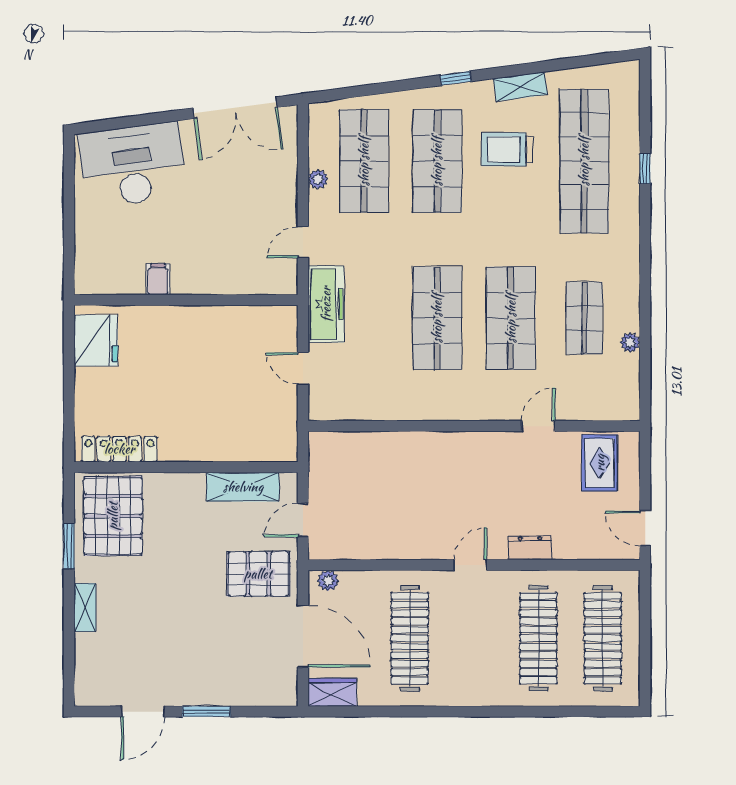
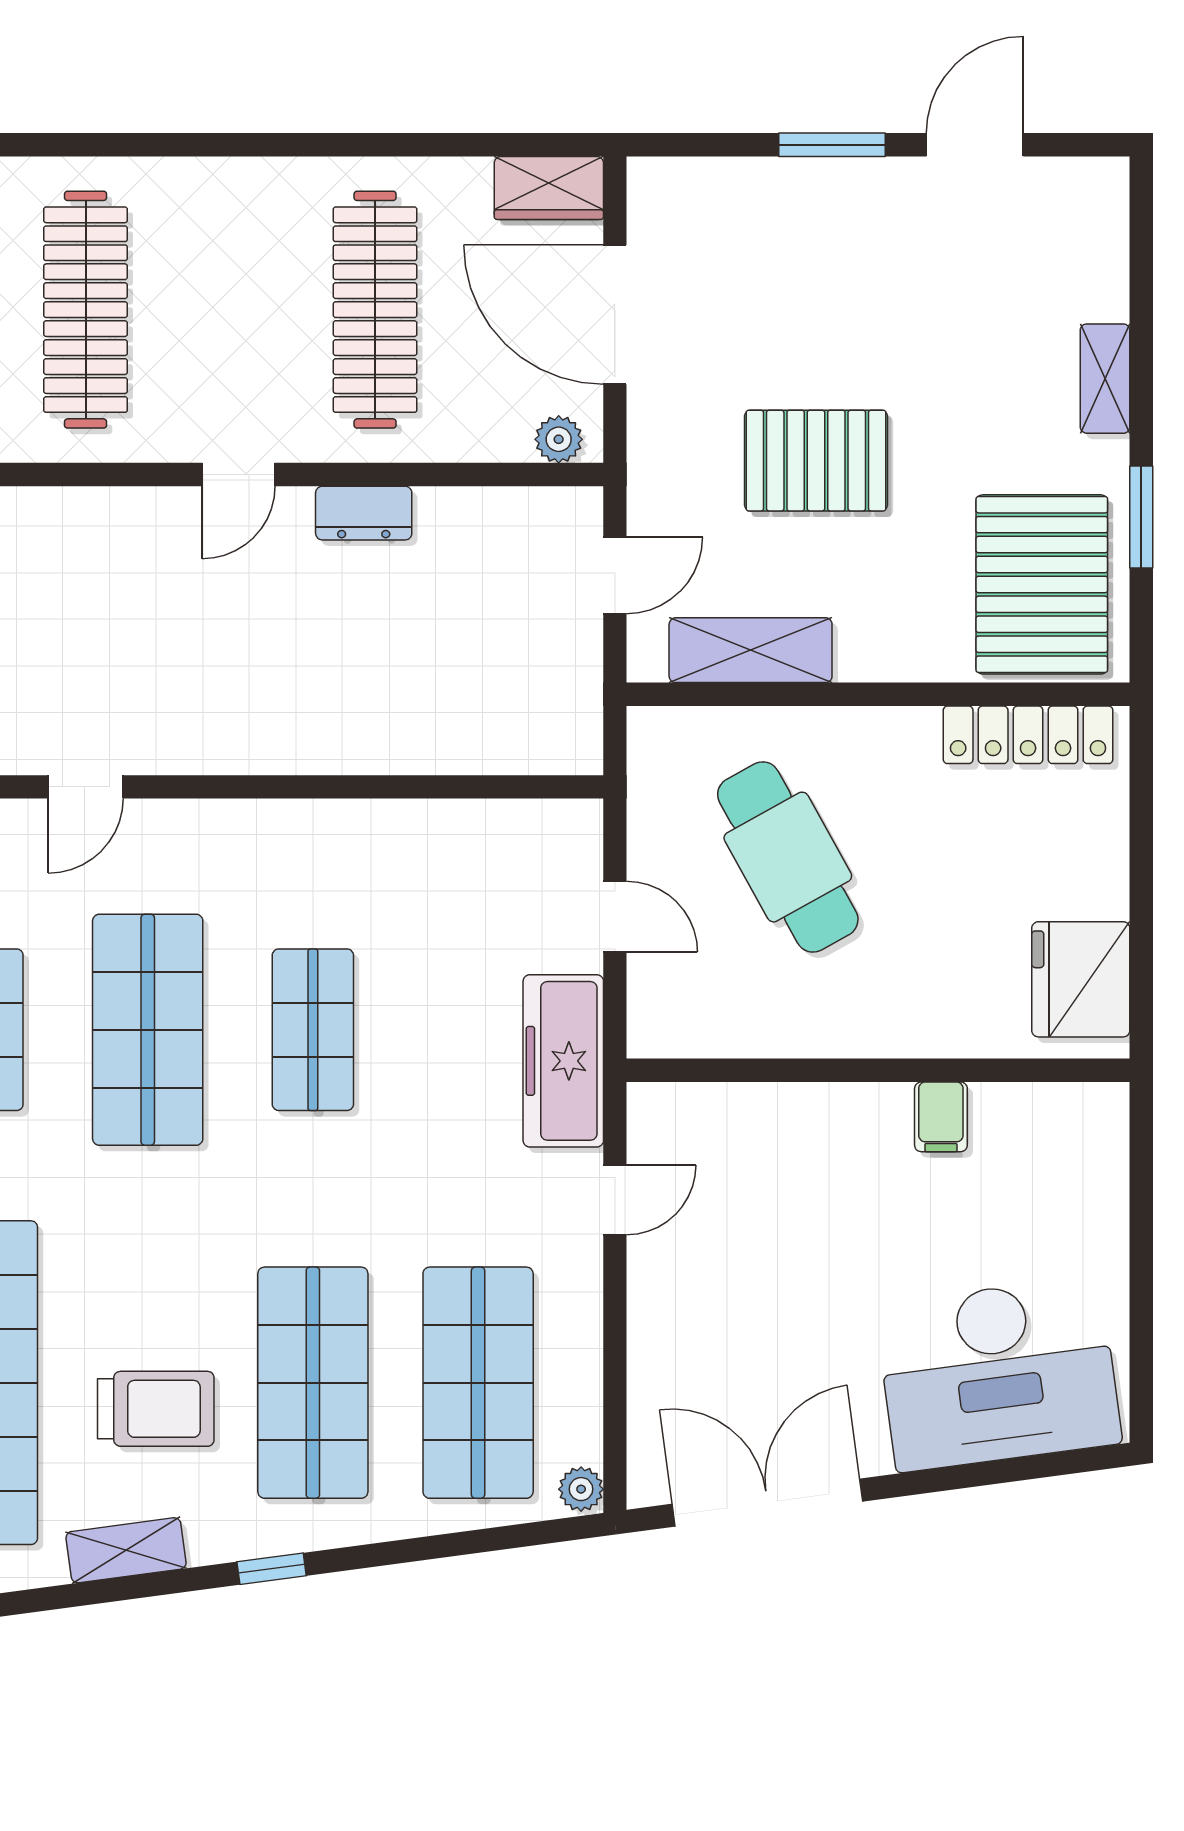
plant: (318, 179) -> (581, 1489), moved
shop shelf: (437, 318) -> (313, 1030), width x0.70, depth x0.74
cafe table: (226, 395) -> (788, 857), added
dresser: (530, 548) -> (364, 513), moved
pallet: (258, 574) -> (816, 461), moved

